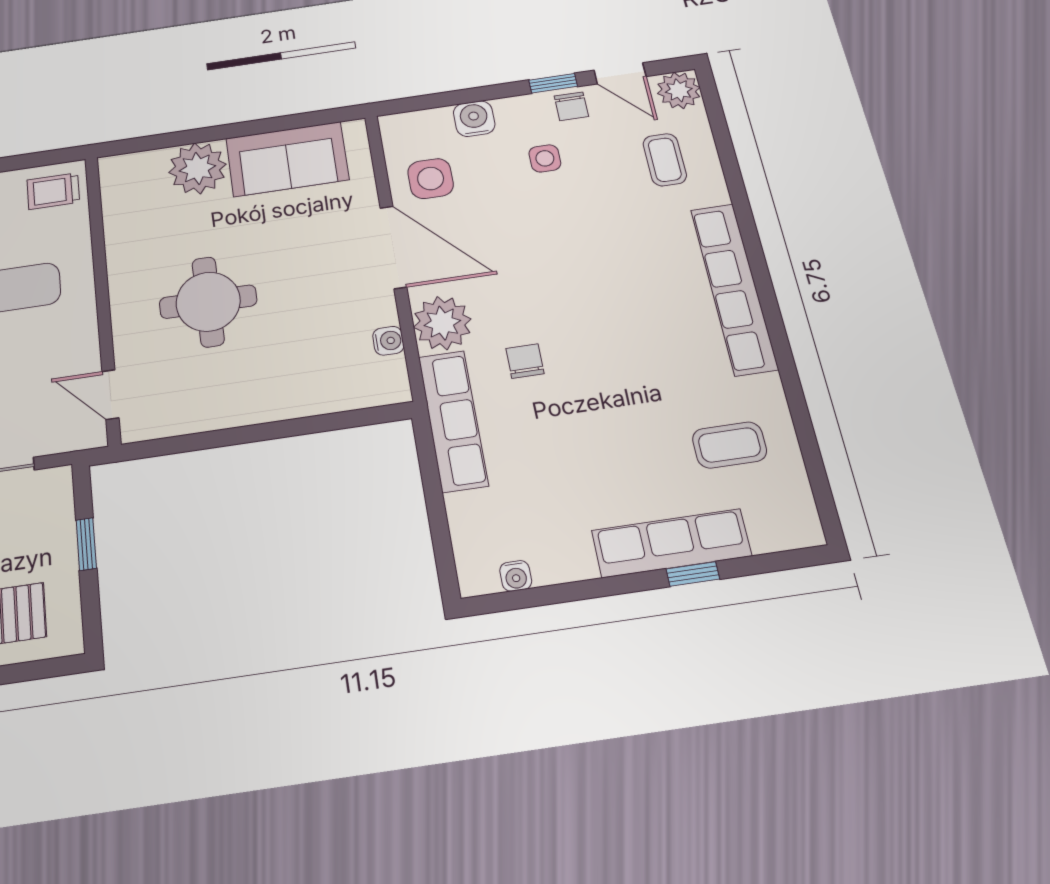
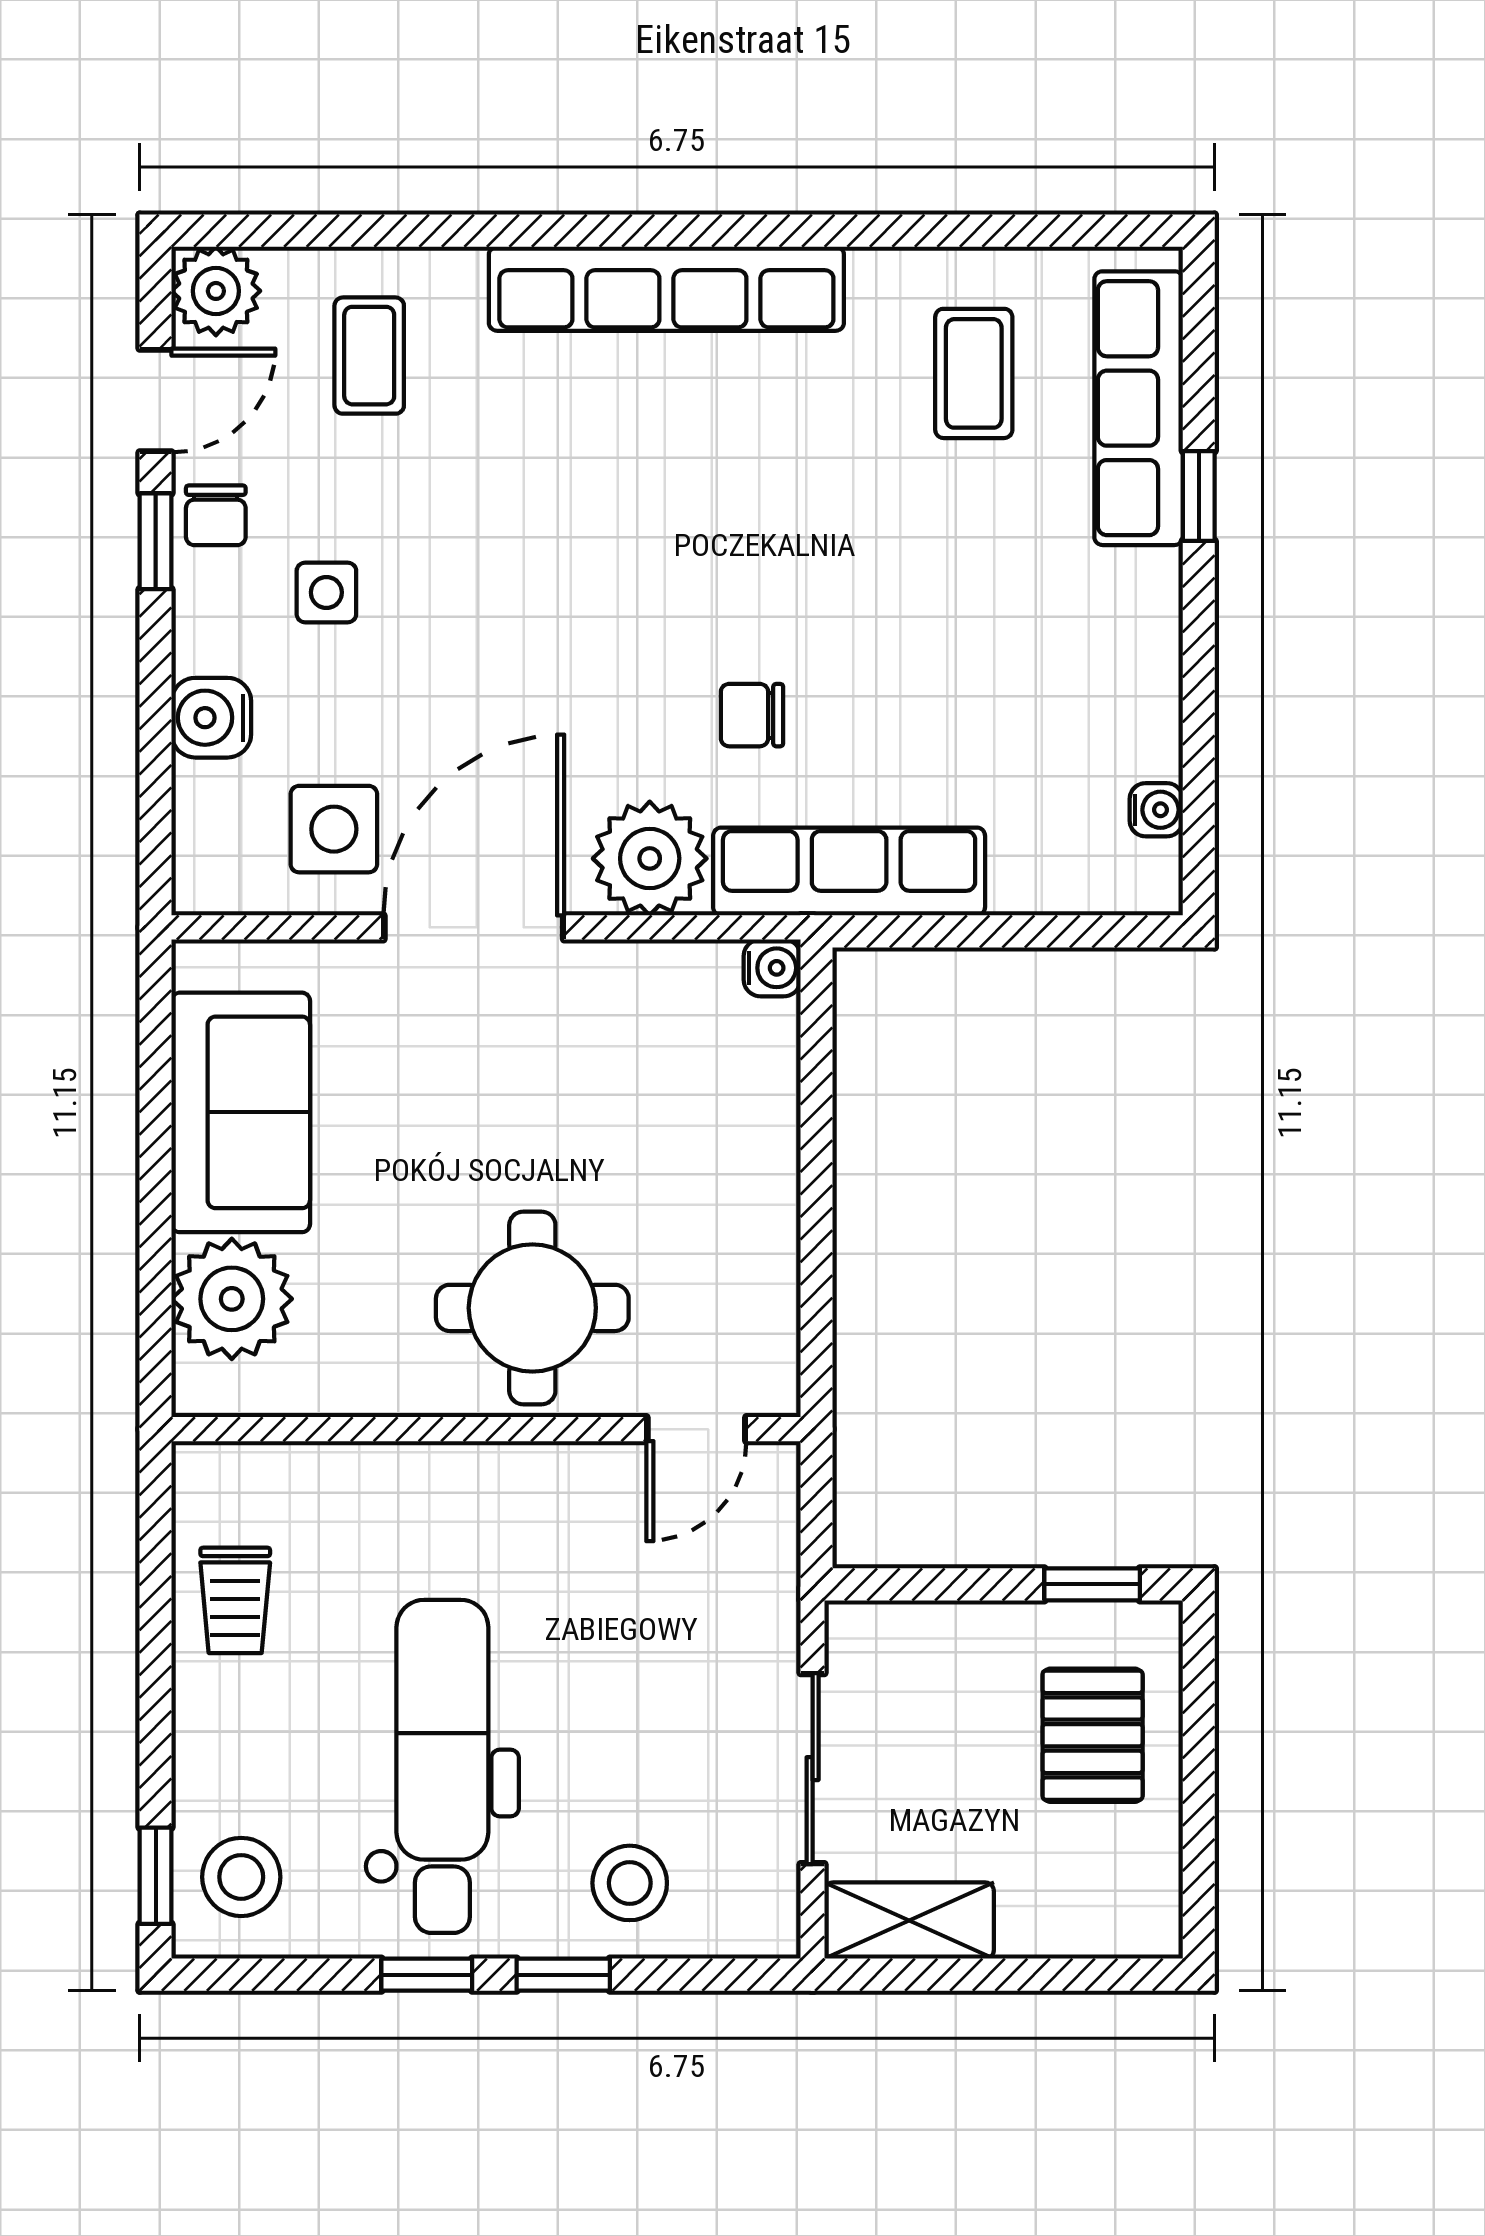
chair: (571, 106) -> (216, 515), turned 90
coffee table: (665, 160) -> (369, 356), turned 90
wall: (102, 296) -> (486, 1429), moved
water cooler: (388, 341) -> (772, 968), moved, turned 90
door: (110, 395) -> (696, 1429), moved
row of seats: (671, 543) -> (1139, 408), moved
window: (86, 544) -> (1092, 1584), moved

